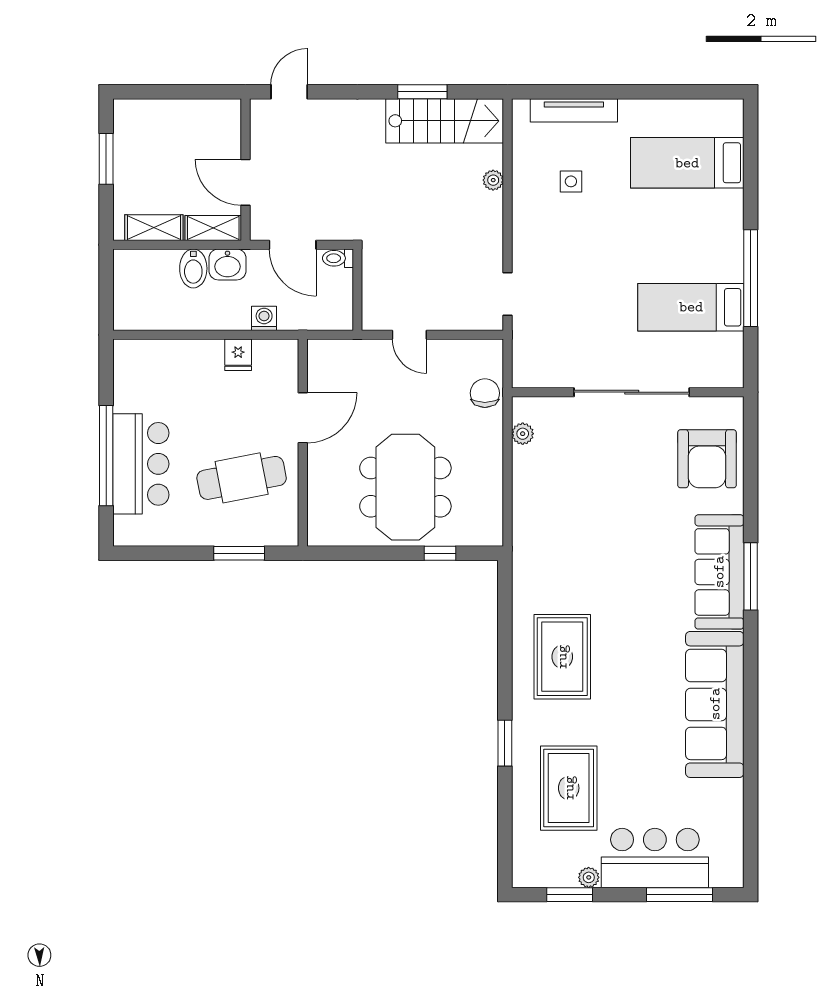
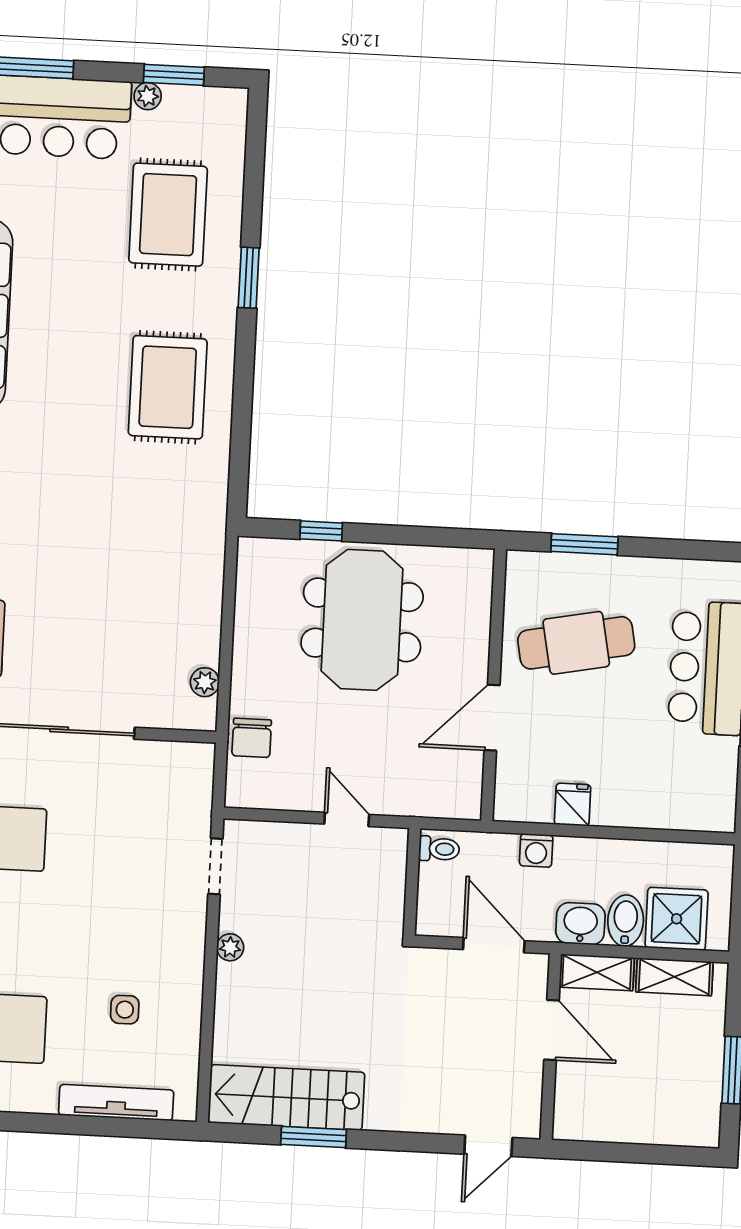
plant: (493, 180) -> (230, 947), moved
toilet: (338, 258) -> (439, 849), moved
shower: (155, 272) -> (677, 919), added

